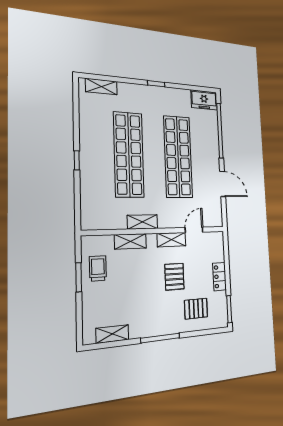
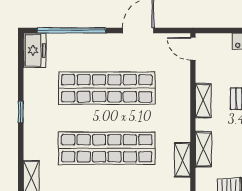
shelving: (142, 222) -> (182, 160), moved
door: (194, 230) -> (193, 49), moved

